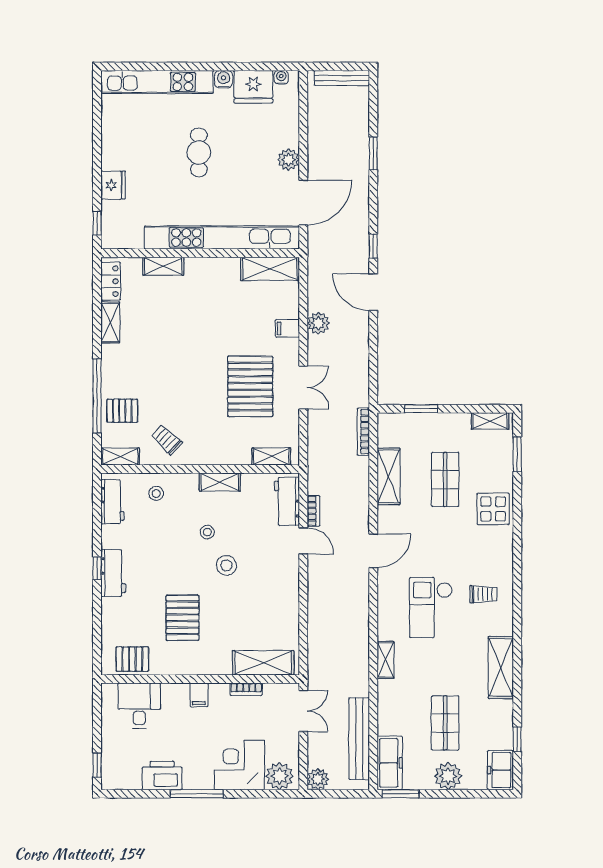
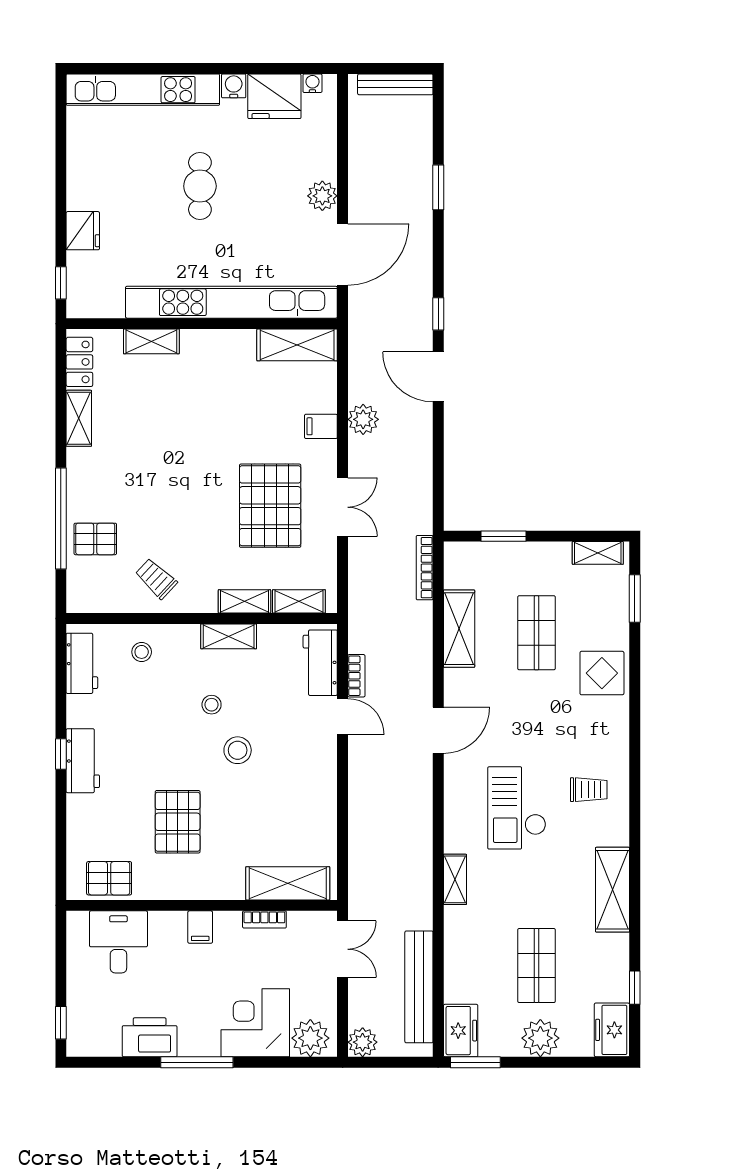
shelving: (120, 456) -> (244, 601), moved
freezer: (390, 763) -> (461, 1031), width x0.71

